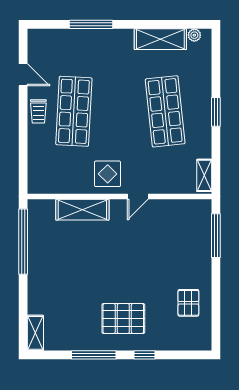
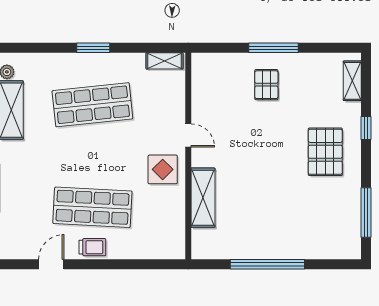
window: (216, 236) -> (274, 48), moved
window: (23, 242) -> (267, 264), moved
pallet: (188, 303) -> (266, 85), moved, turned 90
shelving: (35, 333) -> (352, 81), moved, turned 90
window: (94, 355) -> (366, 212), moved

